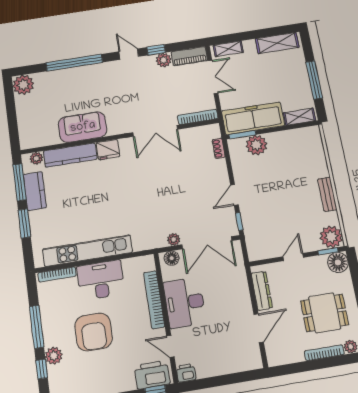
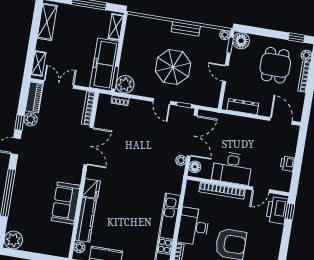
plant: (256, 145) -> (125, 84), moved
parasol: (278, 194) -> (173, 67), added
plant: (331, 237) -> (225, 35), width x0.53, depth x0.53
door: (259, 328) -> (281, 121), moved
printer: (186, 373) -> (287, 164), moved

